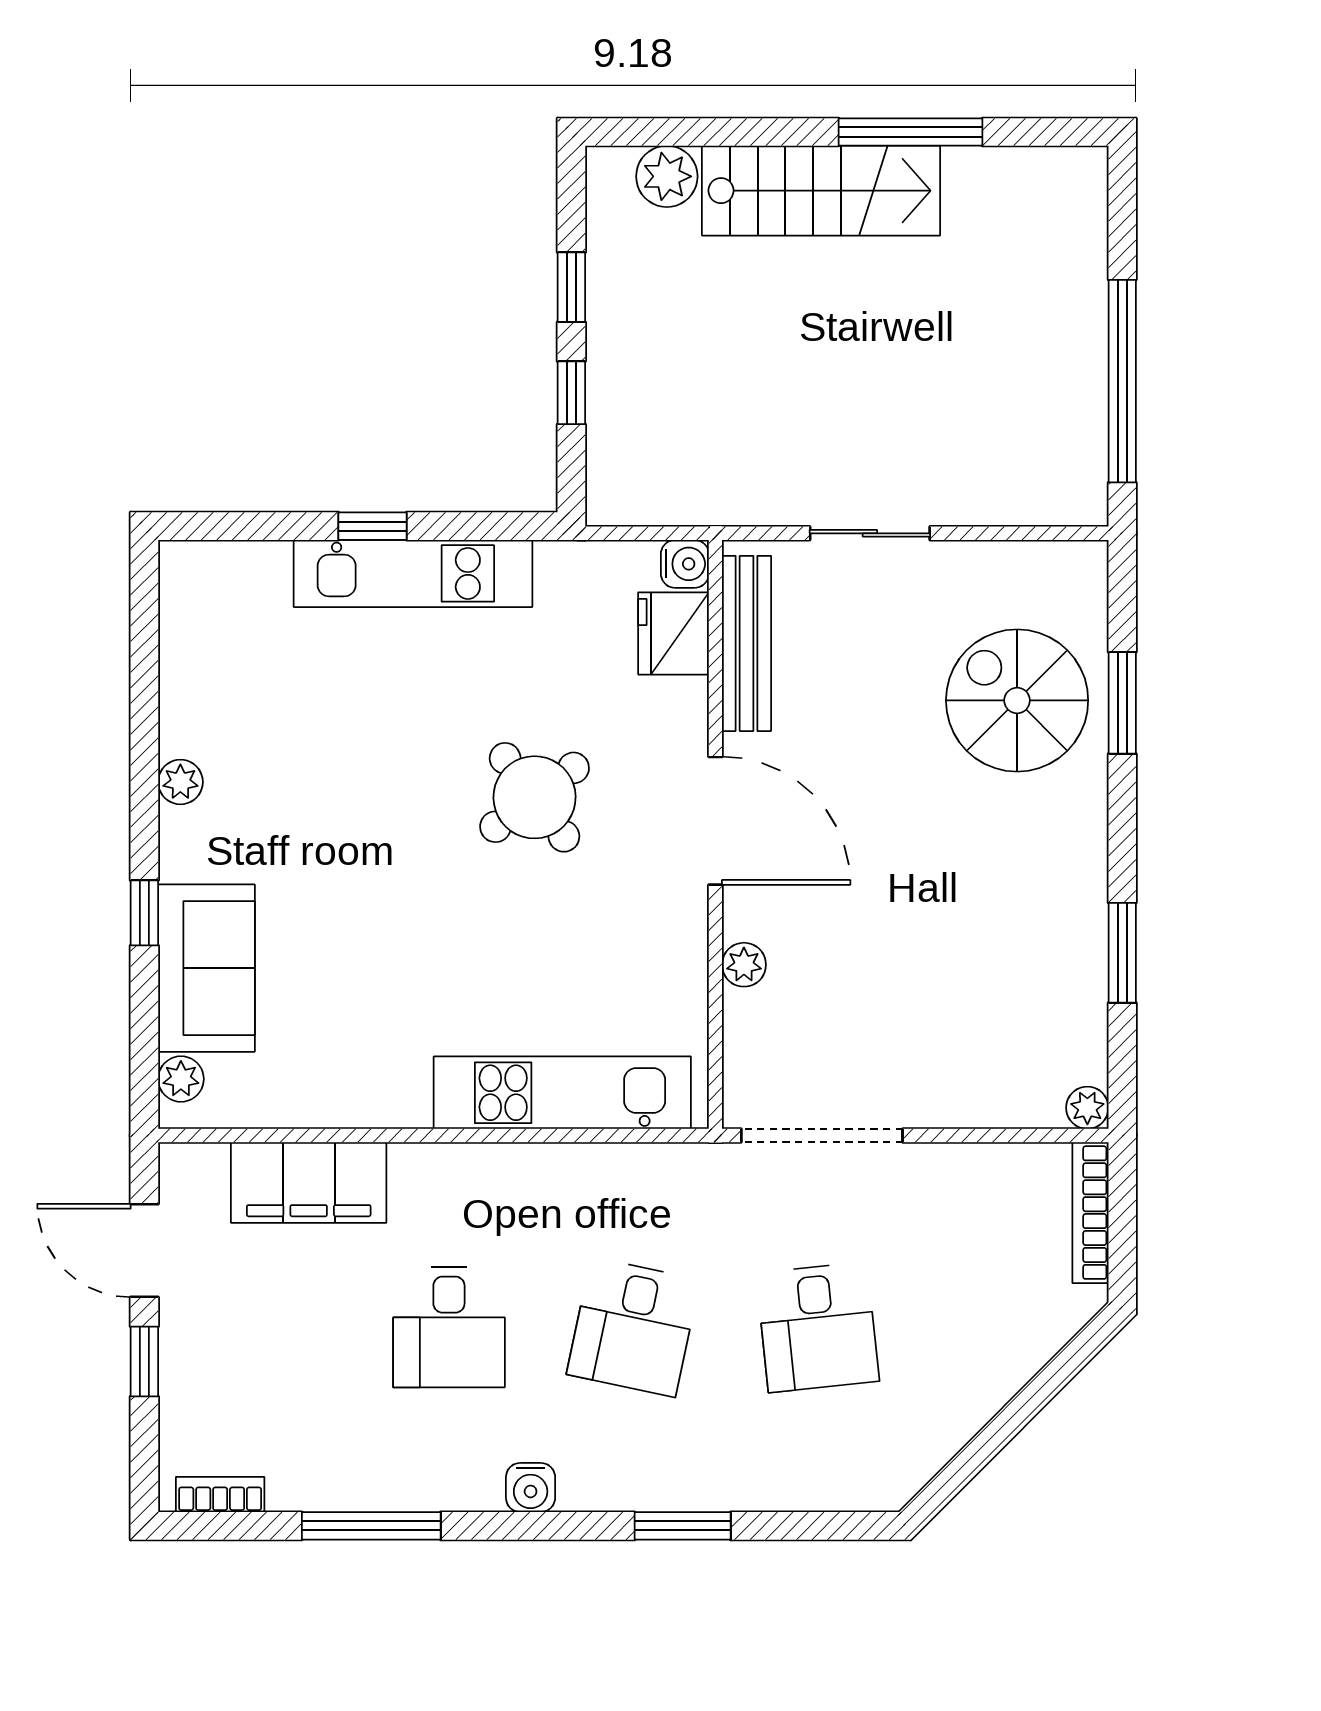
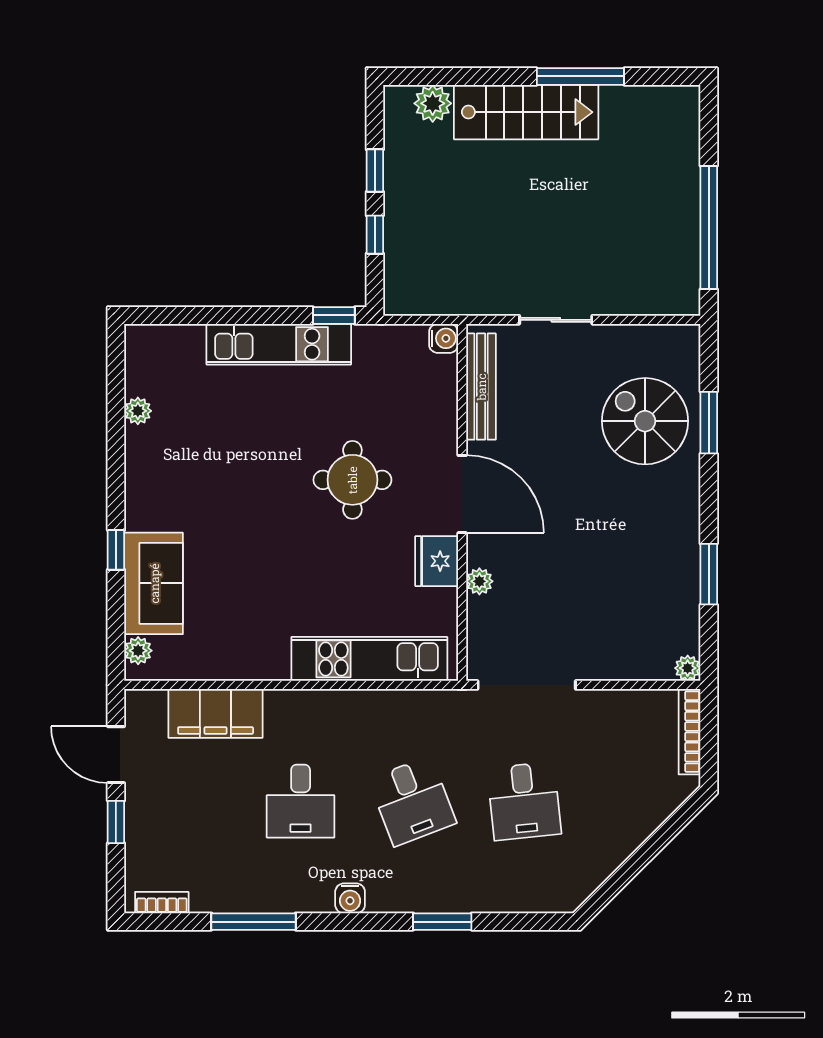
window: (373, 526) -> (334, 315), moved
fridge: (673, 633) -> (437, 561), moved
plant: (180, 782) -> (138, 411), moved
round table: (535, 797) -> (352, 480), turned 37
desk: (633, 1327) -> (412, 801), turned -33

